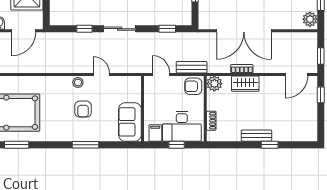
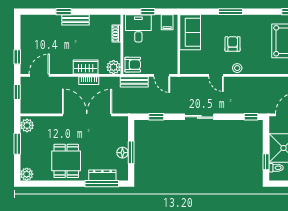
window: (84, 29) -> (251, 117), moved
desk: (182, 126) -> (138, 28), width x0.73

